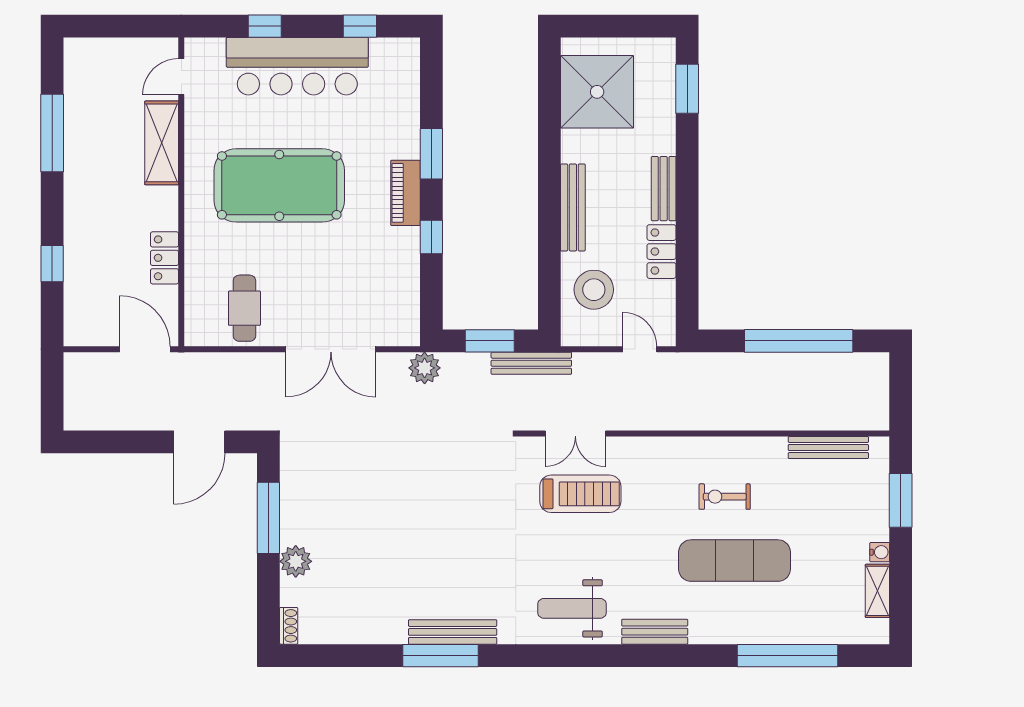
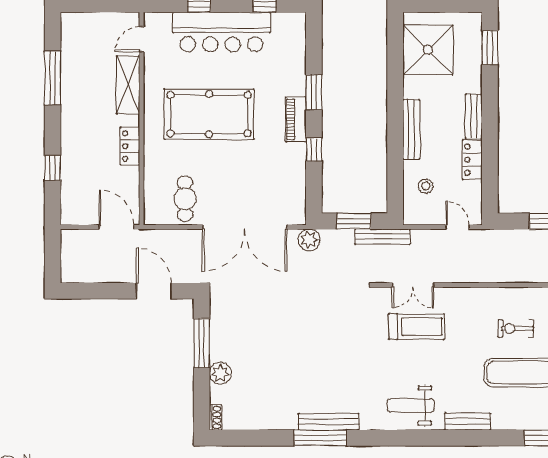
locker: (165, 258) -> (130, 146), moved
stool: (594, 290) -> (426, 186), width x0.53, depth x0.53
double door: (331, 349) -> (245, 227), width x1.36
door: (199, 442) -> (154, 291), swing flipped

